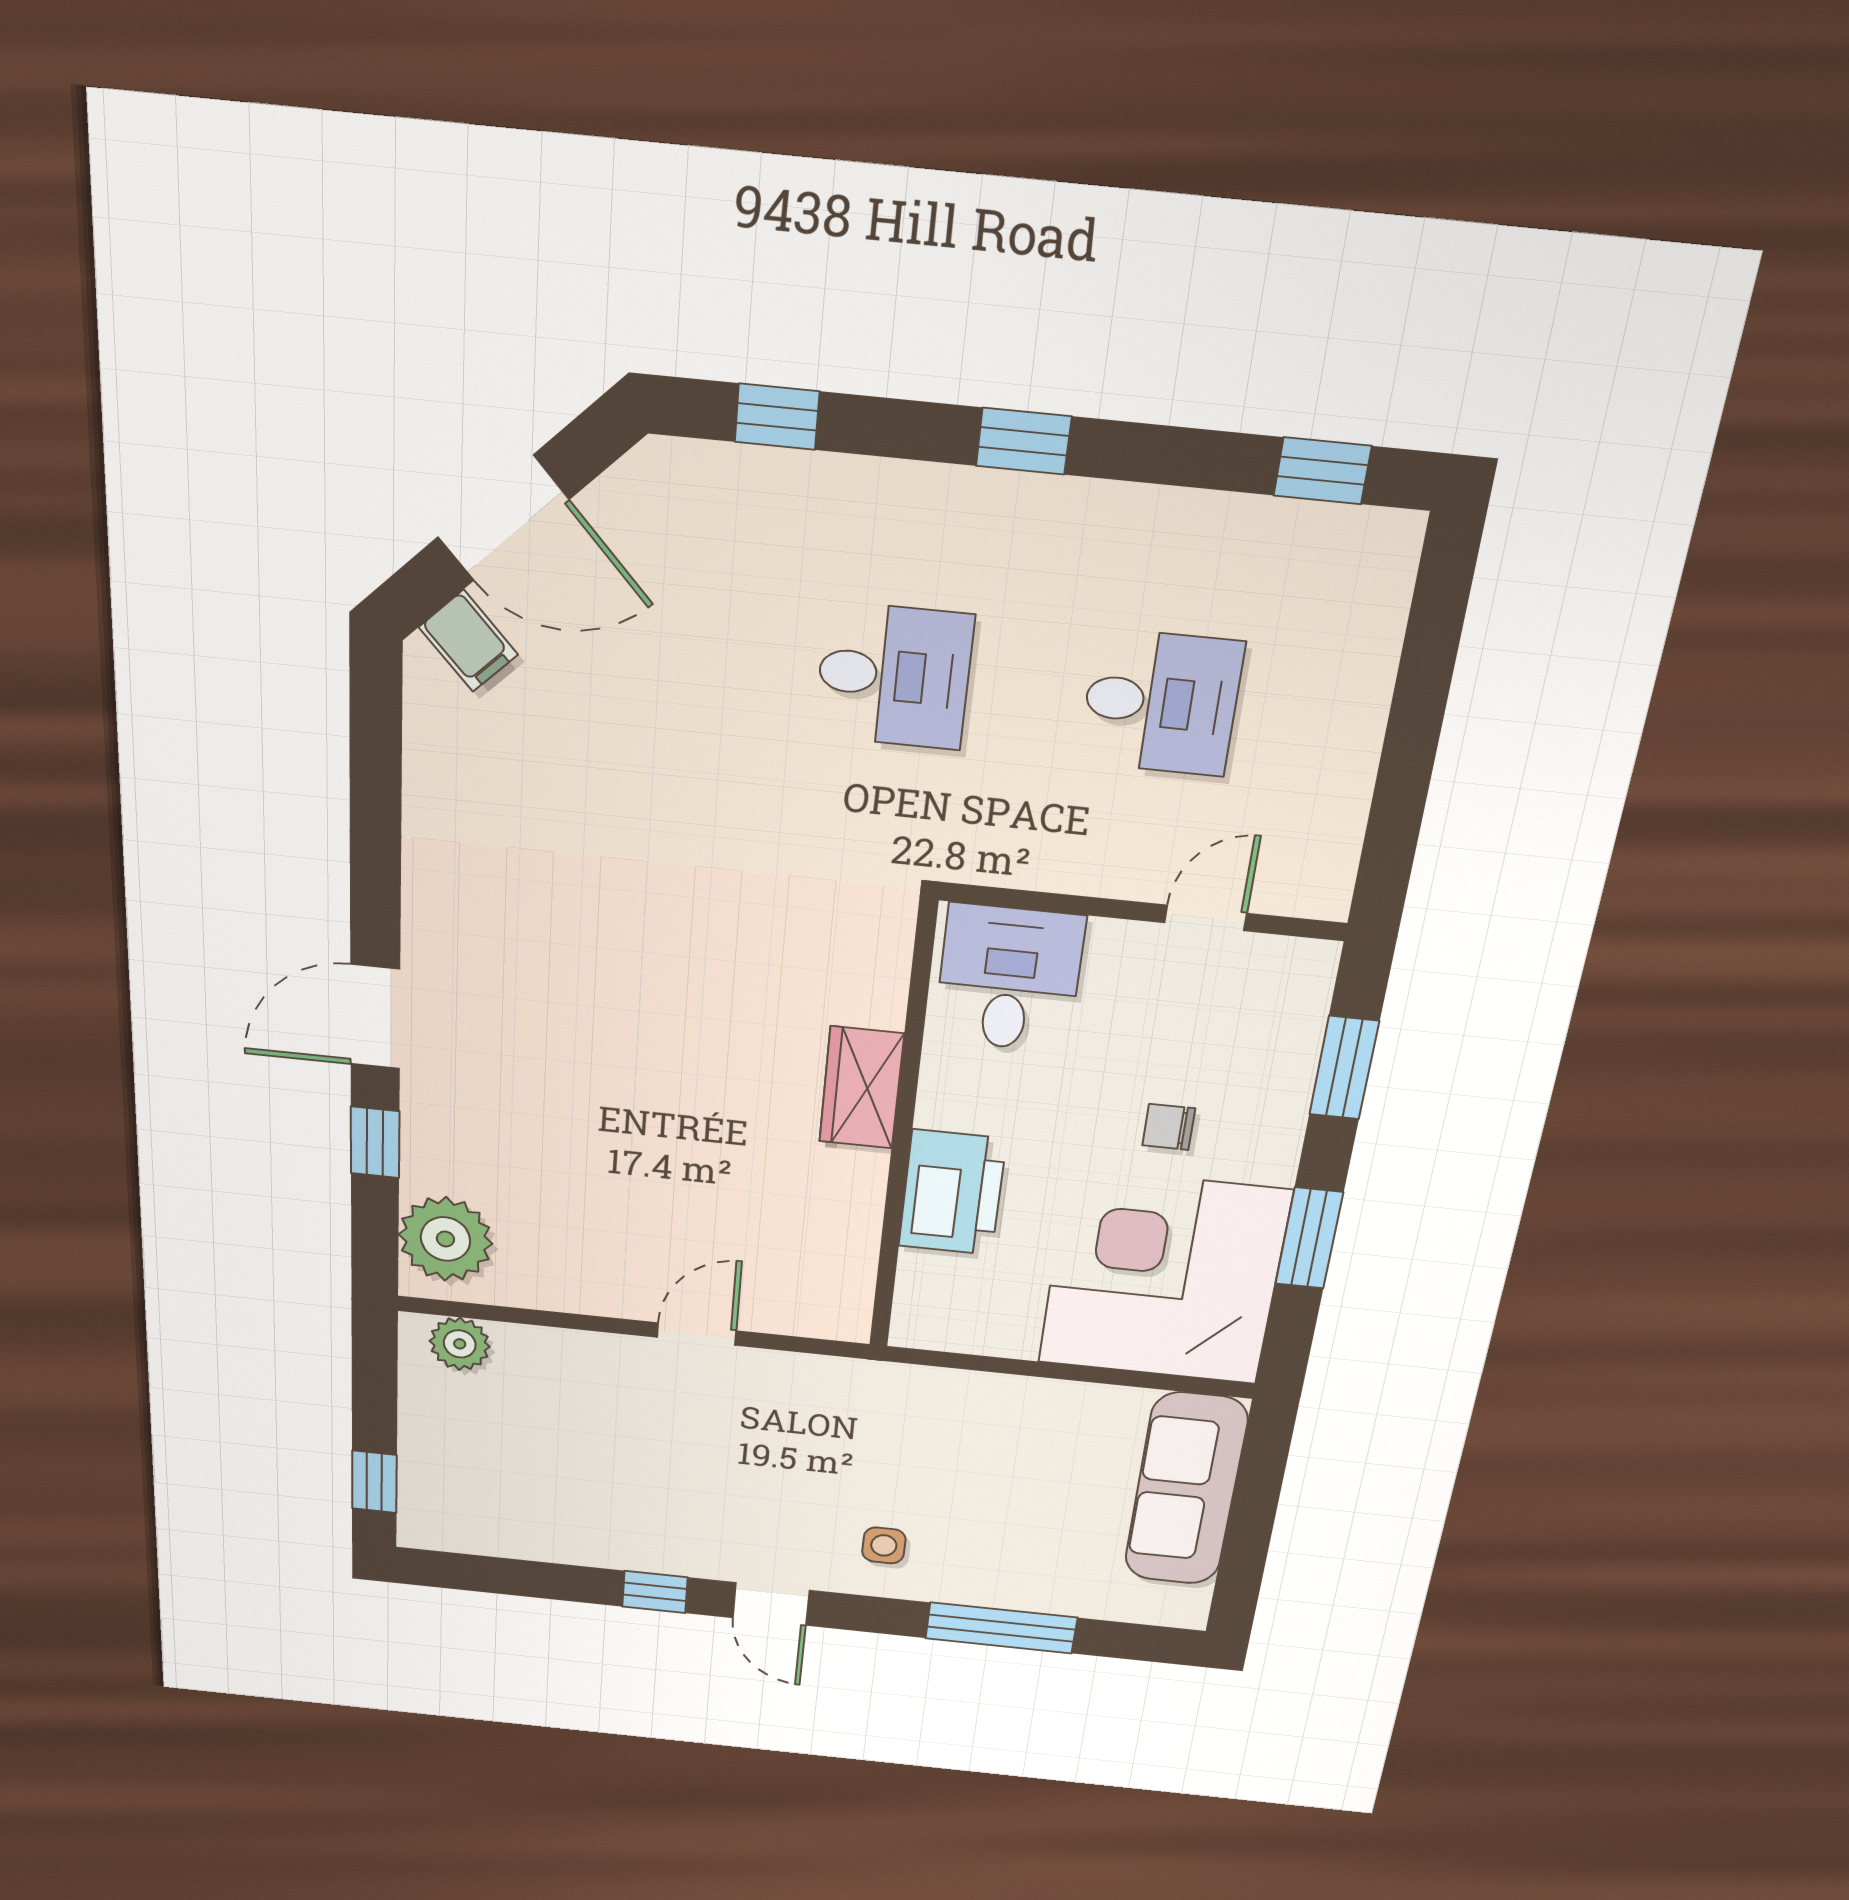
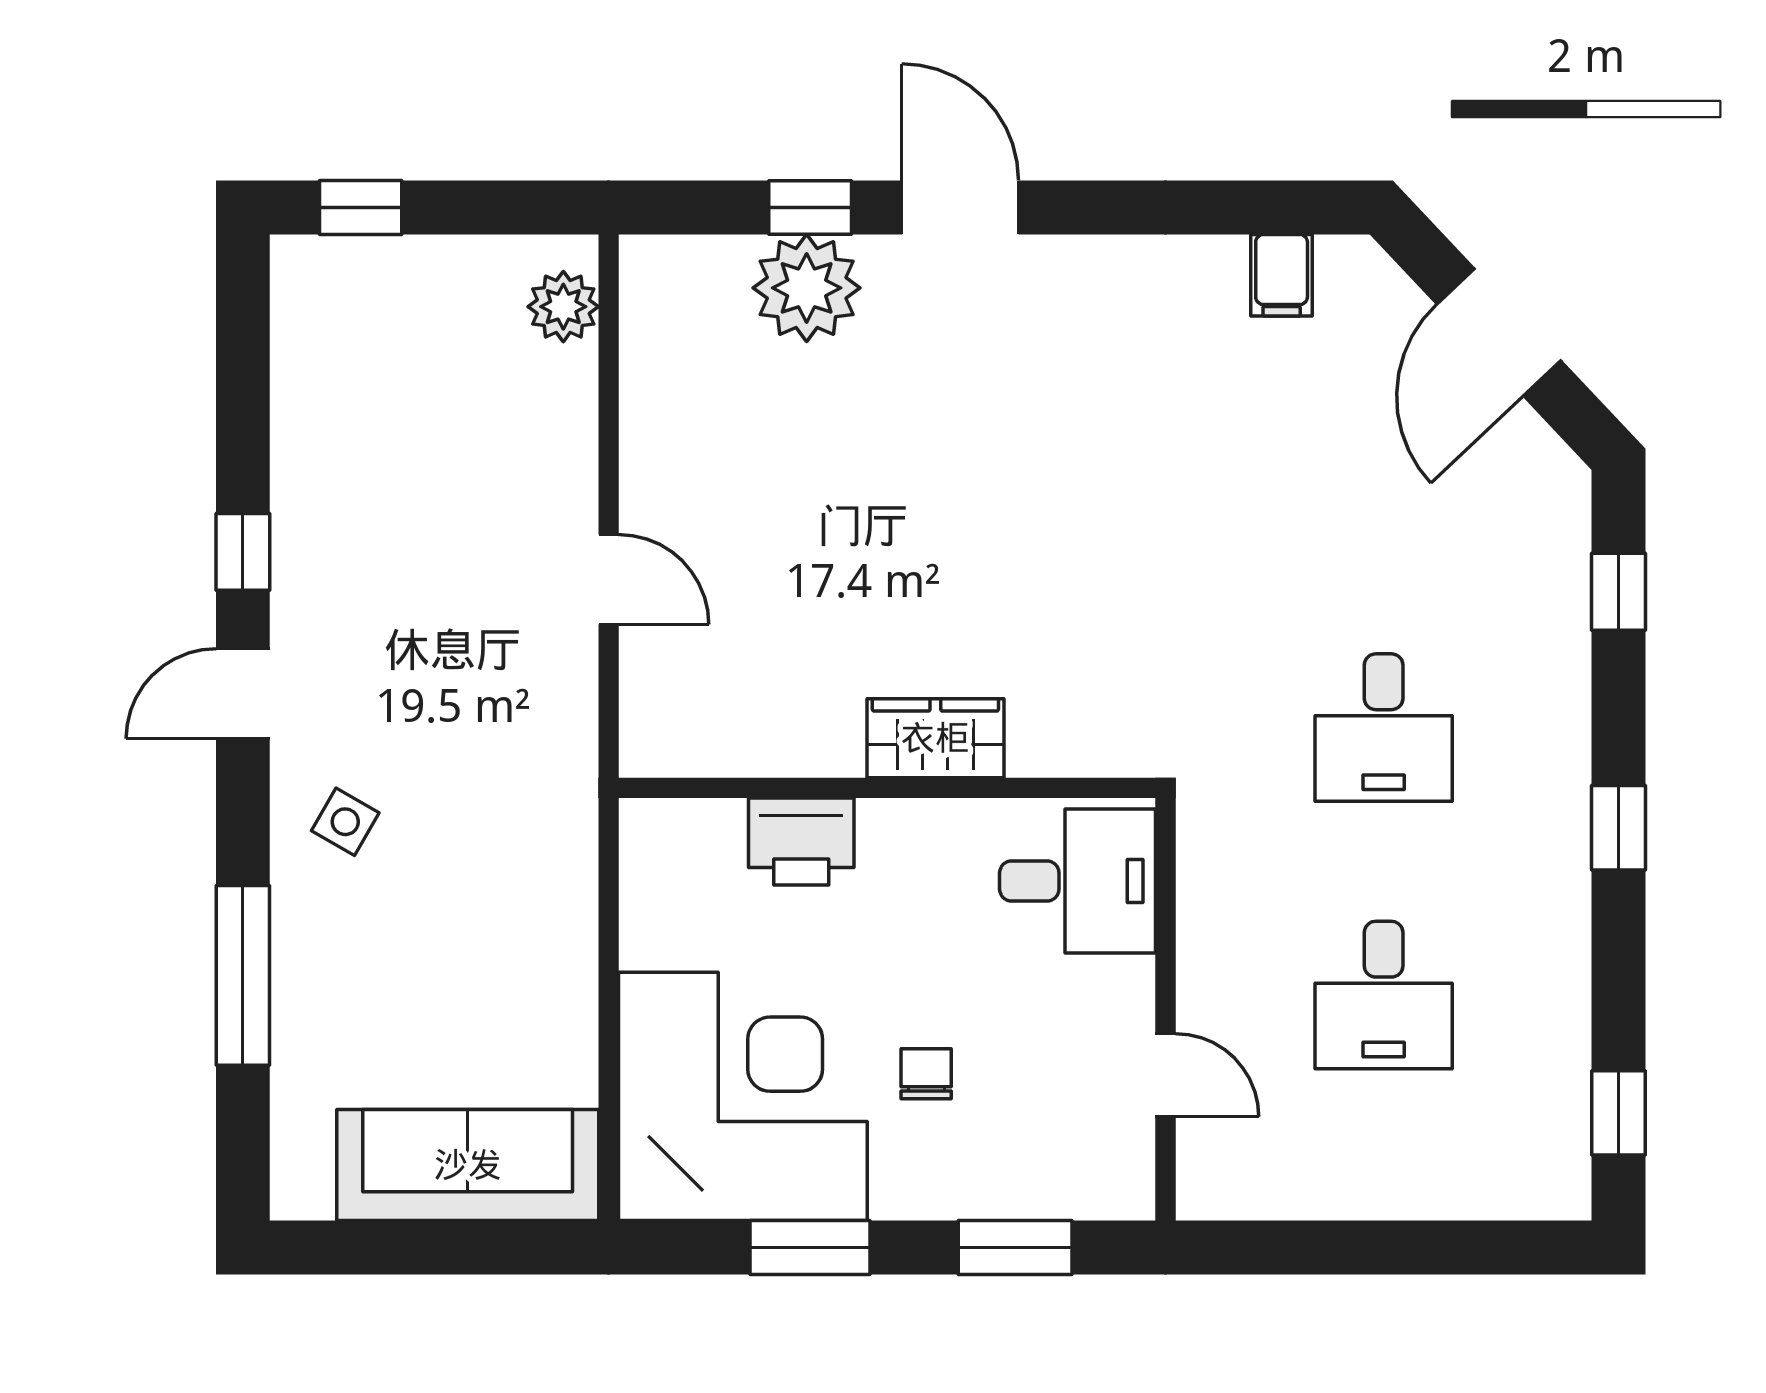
filing cabinet: (468, 641) -> (1282, 275), moved, turned -47
printer: (952, 1193) -> (801, 842), width x0.73, depth x0.84
plant: (445, 1239) -> (807, 288), moved
side table: (884, 1545) -> (345, 822), turned 30

